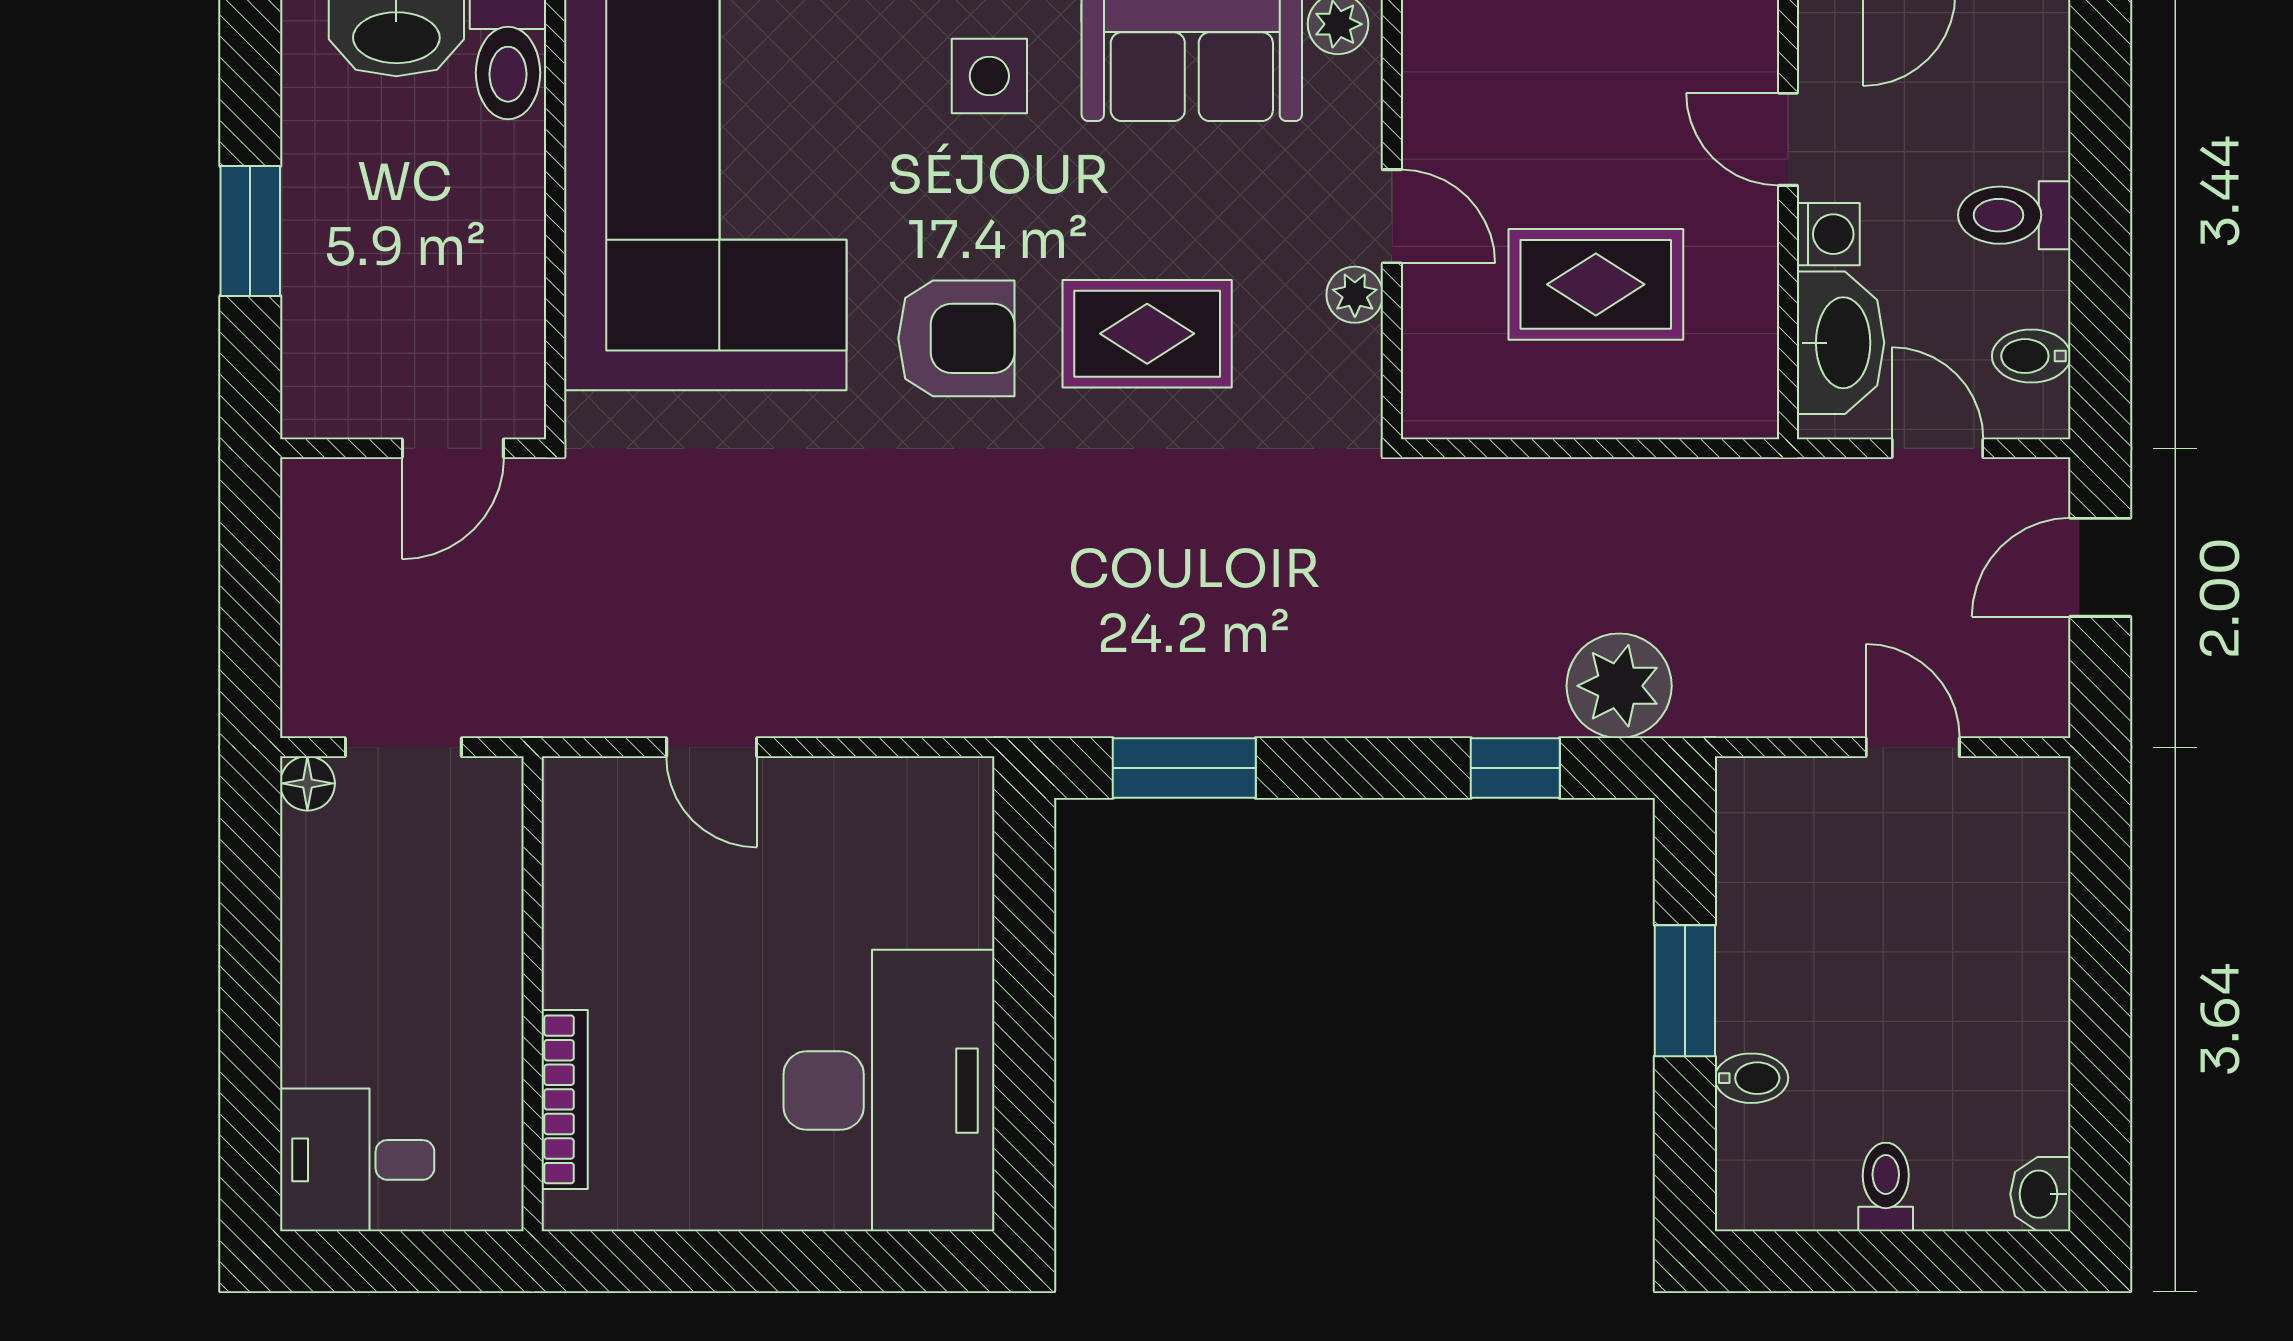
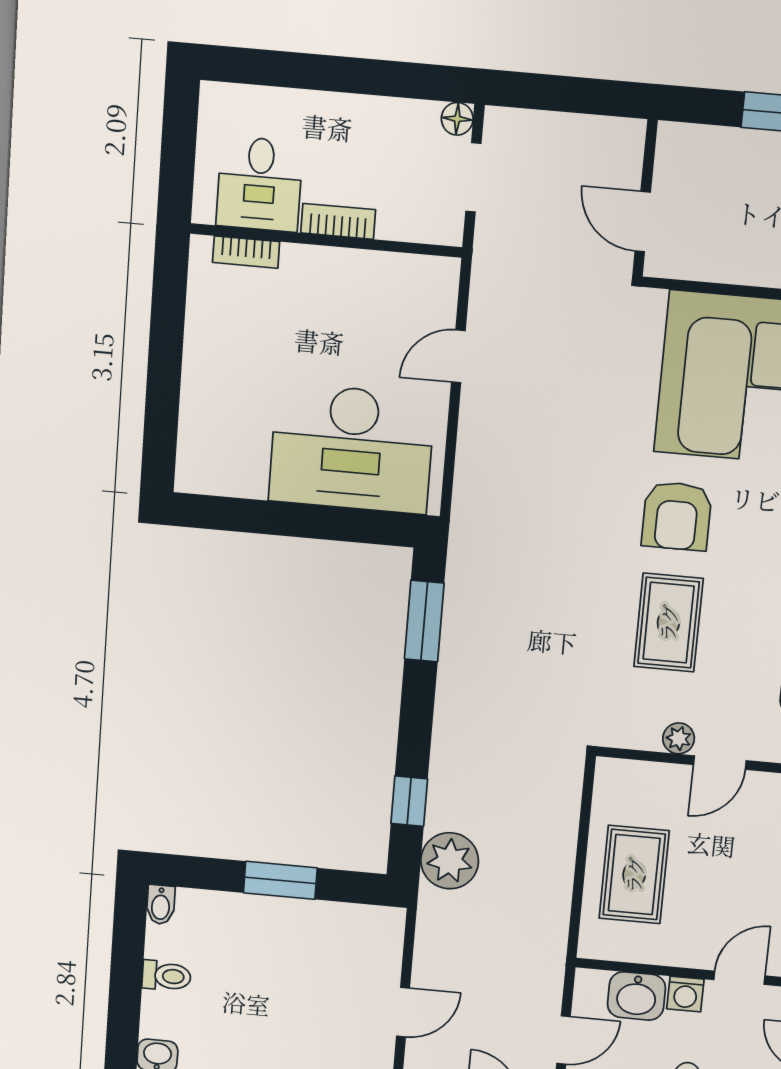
rug: (1596, 284) -> (634, 875), moved
washbasin: (1841, 343) -> (636, 996), width x0.72
bookcase: (498, 975) -> (338, 221), added
bidet: (1751, 1078) -> (161, 905), moved
desk: (889, 1091) -> (352, 448), moved
bookcase: (565, 1099) -> (246, 252), width x0.64
desk: (357, 1160) -> (259, 184), moved, turned 180

